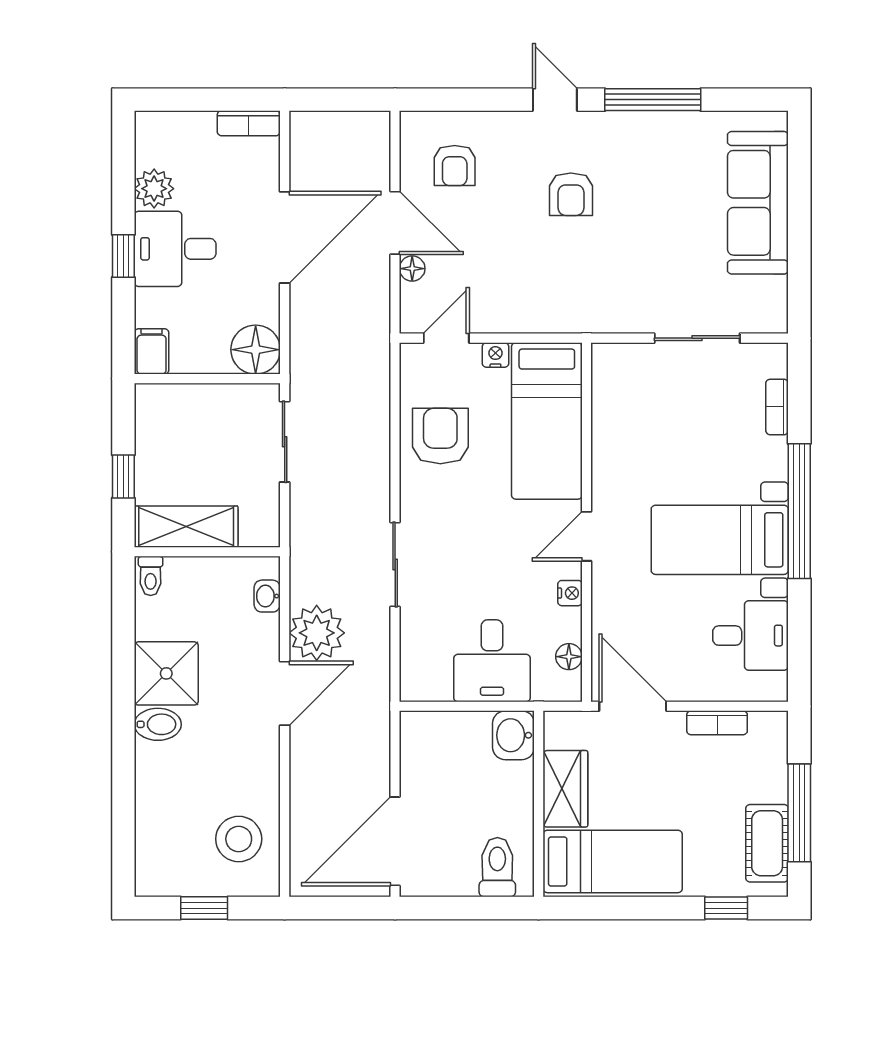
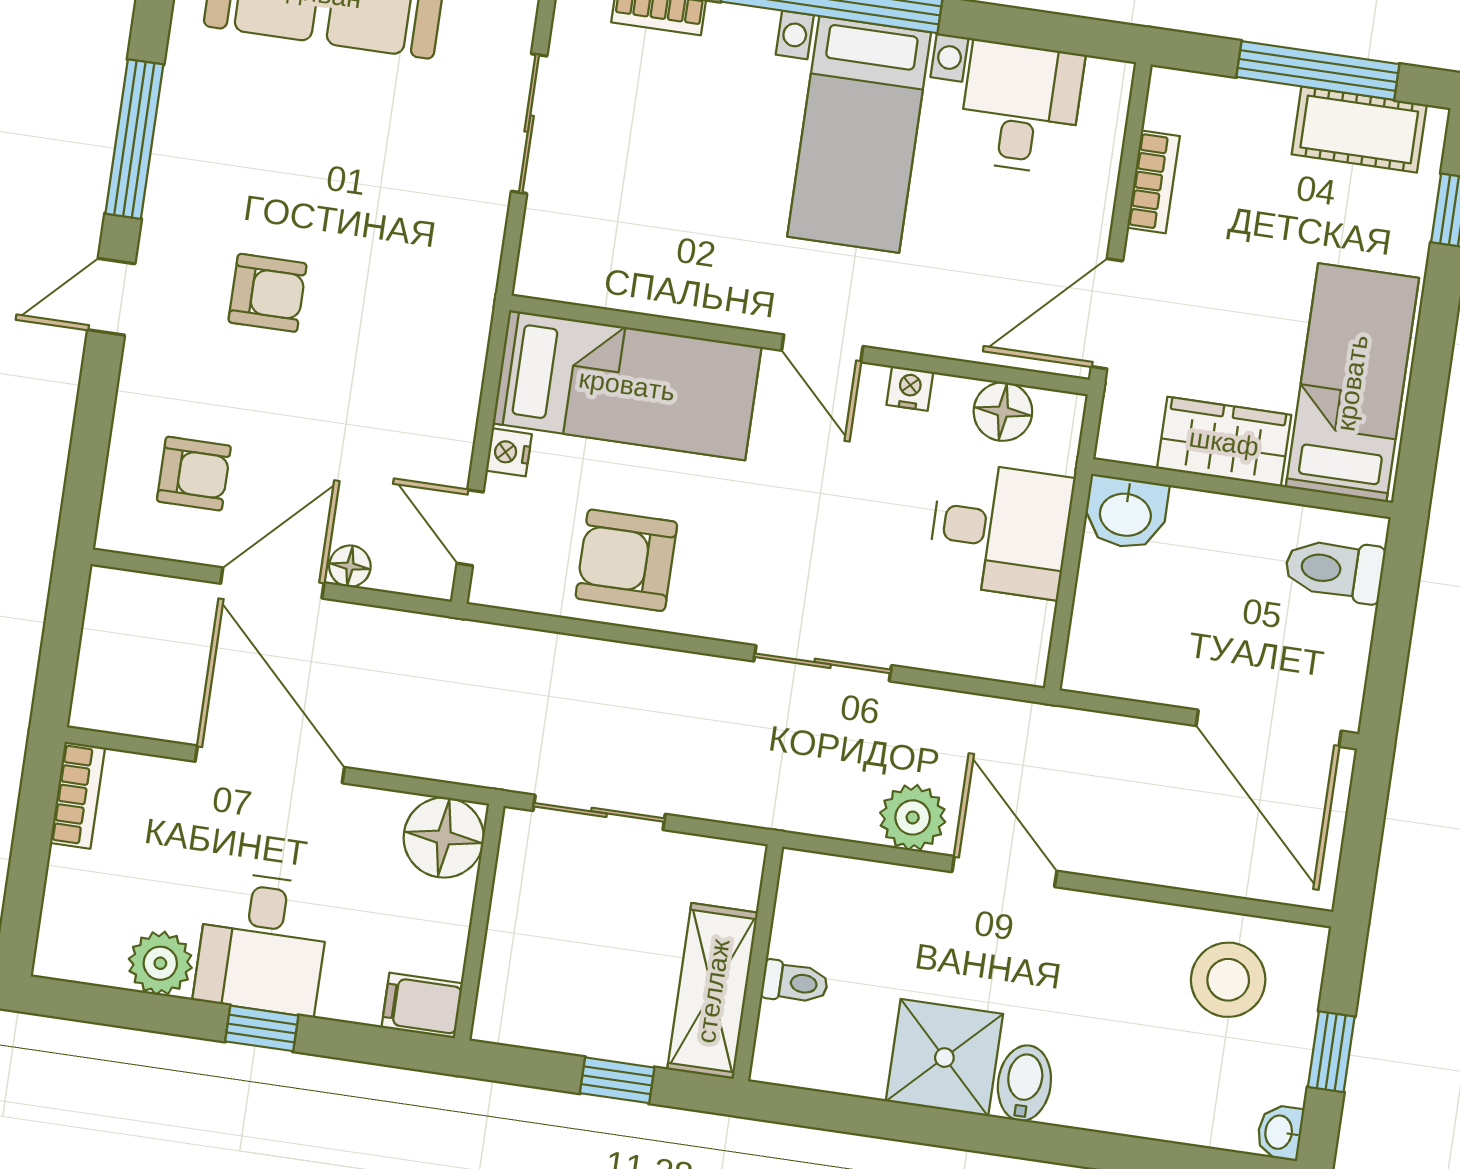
toilet: (151, 576) -> (795, 982), moved
washbasin: (267, 596) -> (1280, 1132), moved, turned 90
plant: (317, 633) -> (913, 817), width x0.73, depth x0.73
floor lamp: (569, 657) -> (1003, 412), width x1.37, depth x1.37

